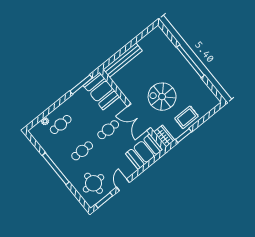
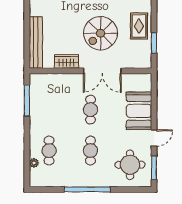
booth: (101, 91) -> (49, 86), removed
wardrobe: (164, 136) -> (66, 61), moved
booth: (144, 152) -> (139, 111), moved
door: (123, 185) -> (154, 138), swing flipped

